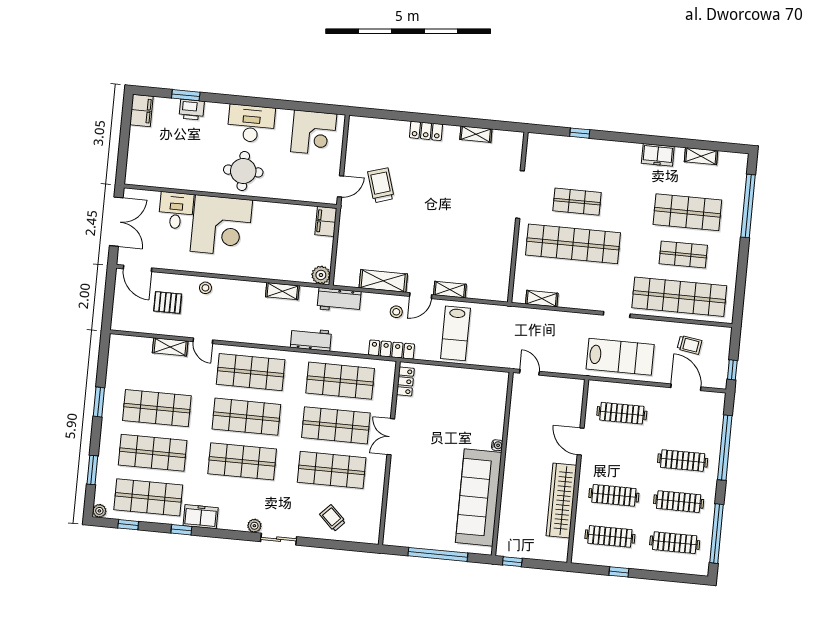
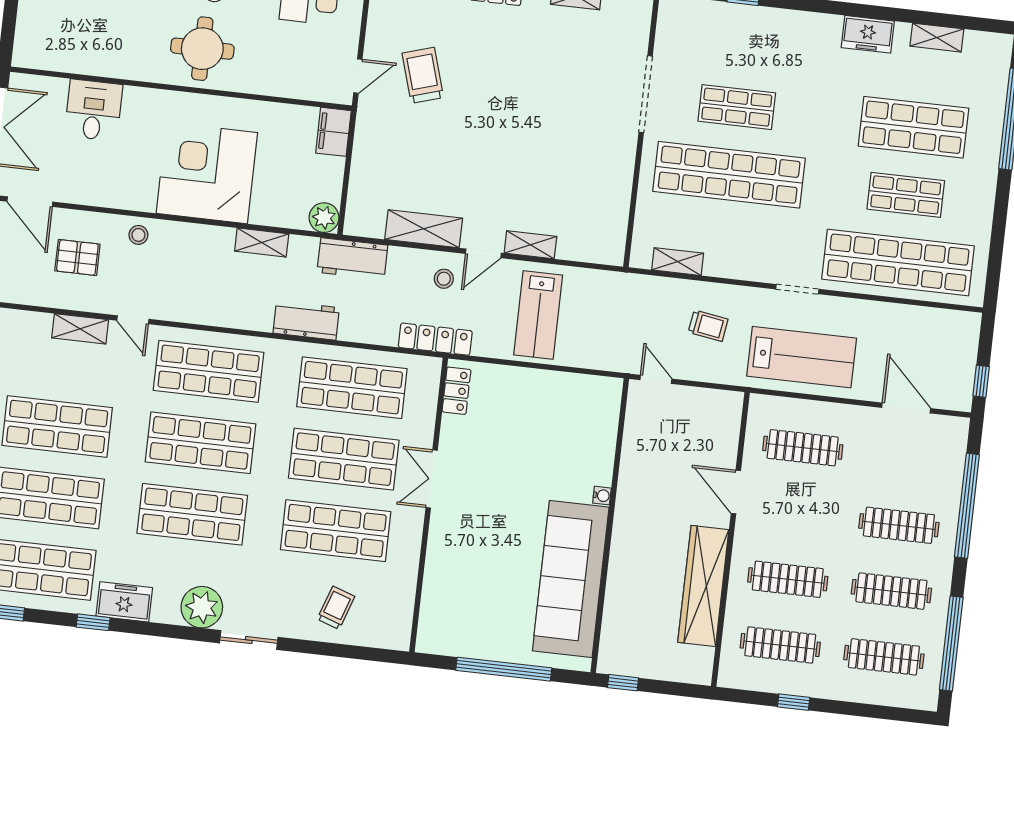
corner desk: (221, 226) -> (207, 173), moved, turned 180
trolley: (689, 345) -> (708, 326), moved
trolley: (333, 518) -> (336, 608), turned 65
plant: (254, 526) -> (202, 607), width x1.87, depth x1.87

